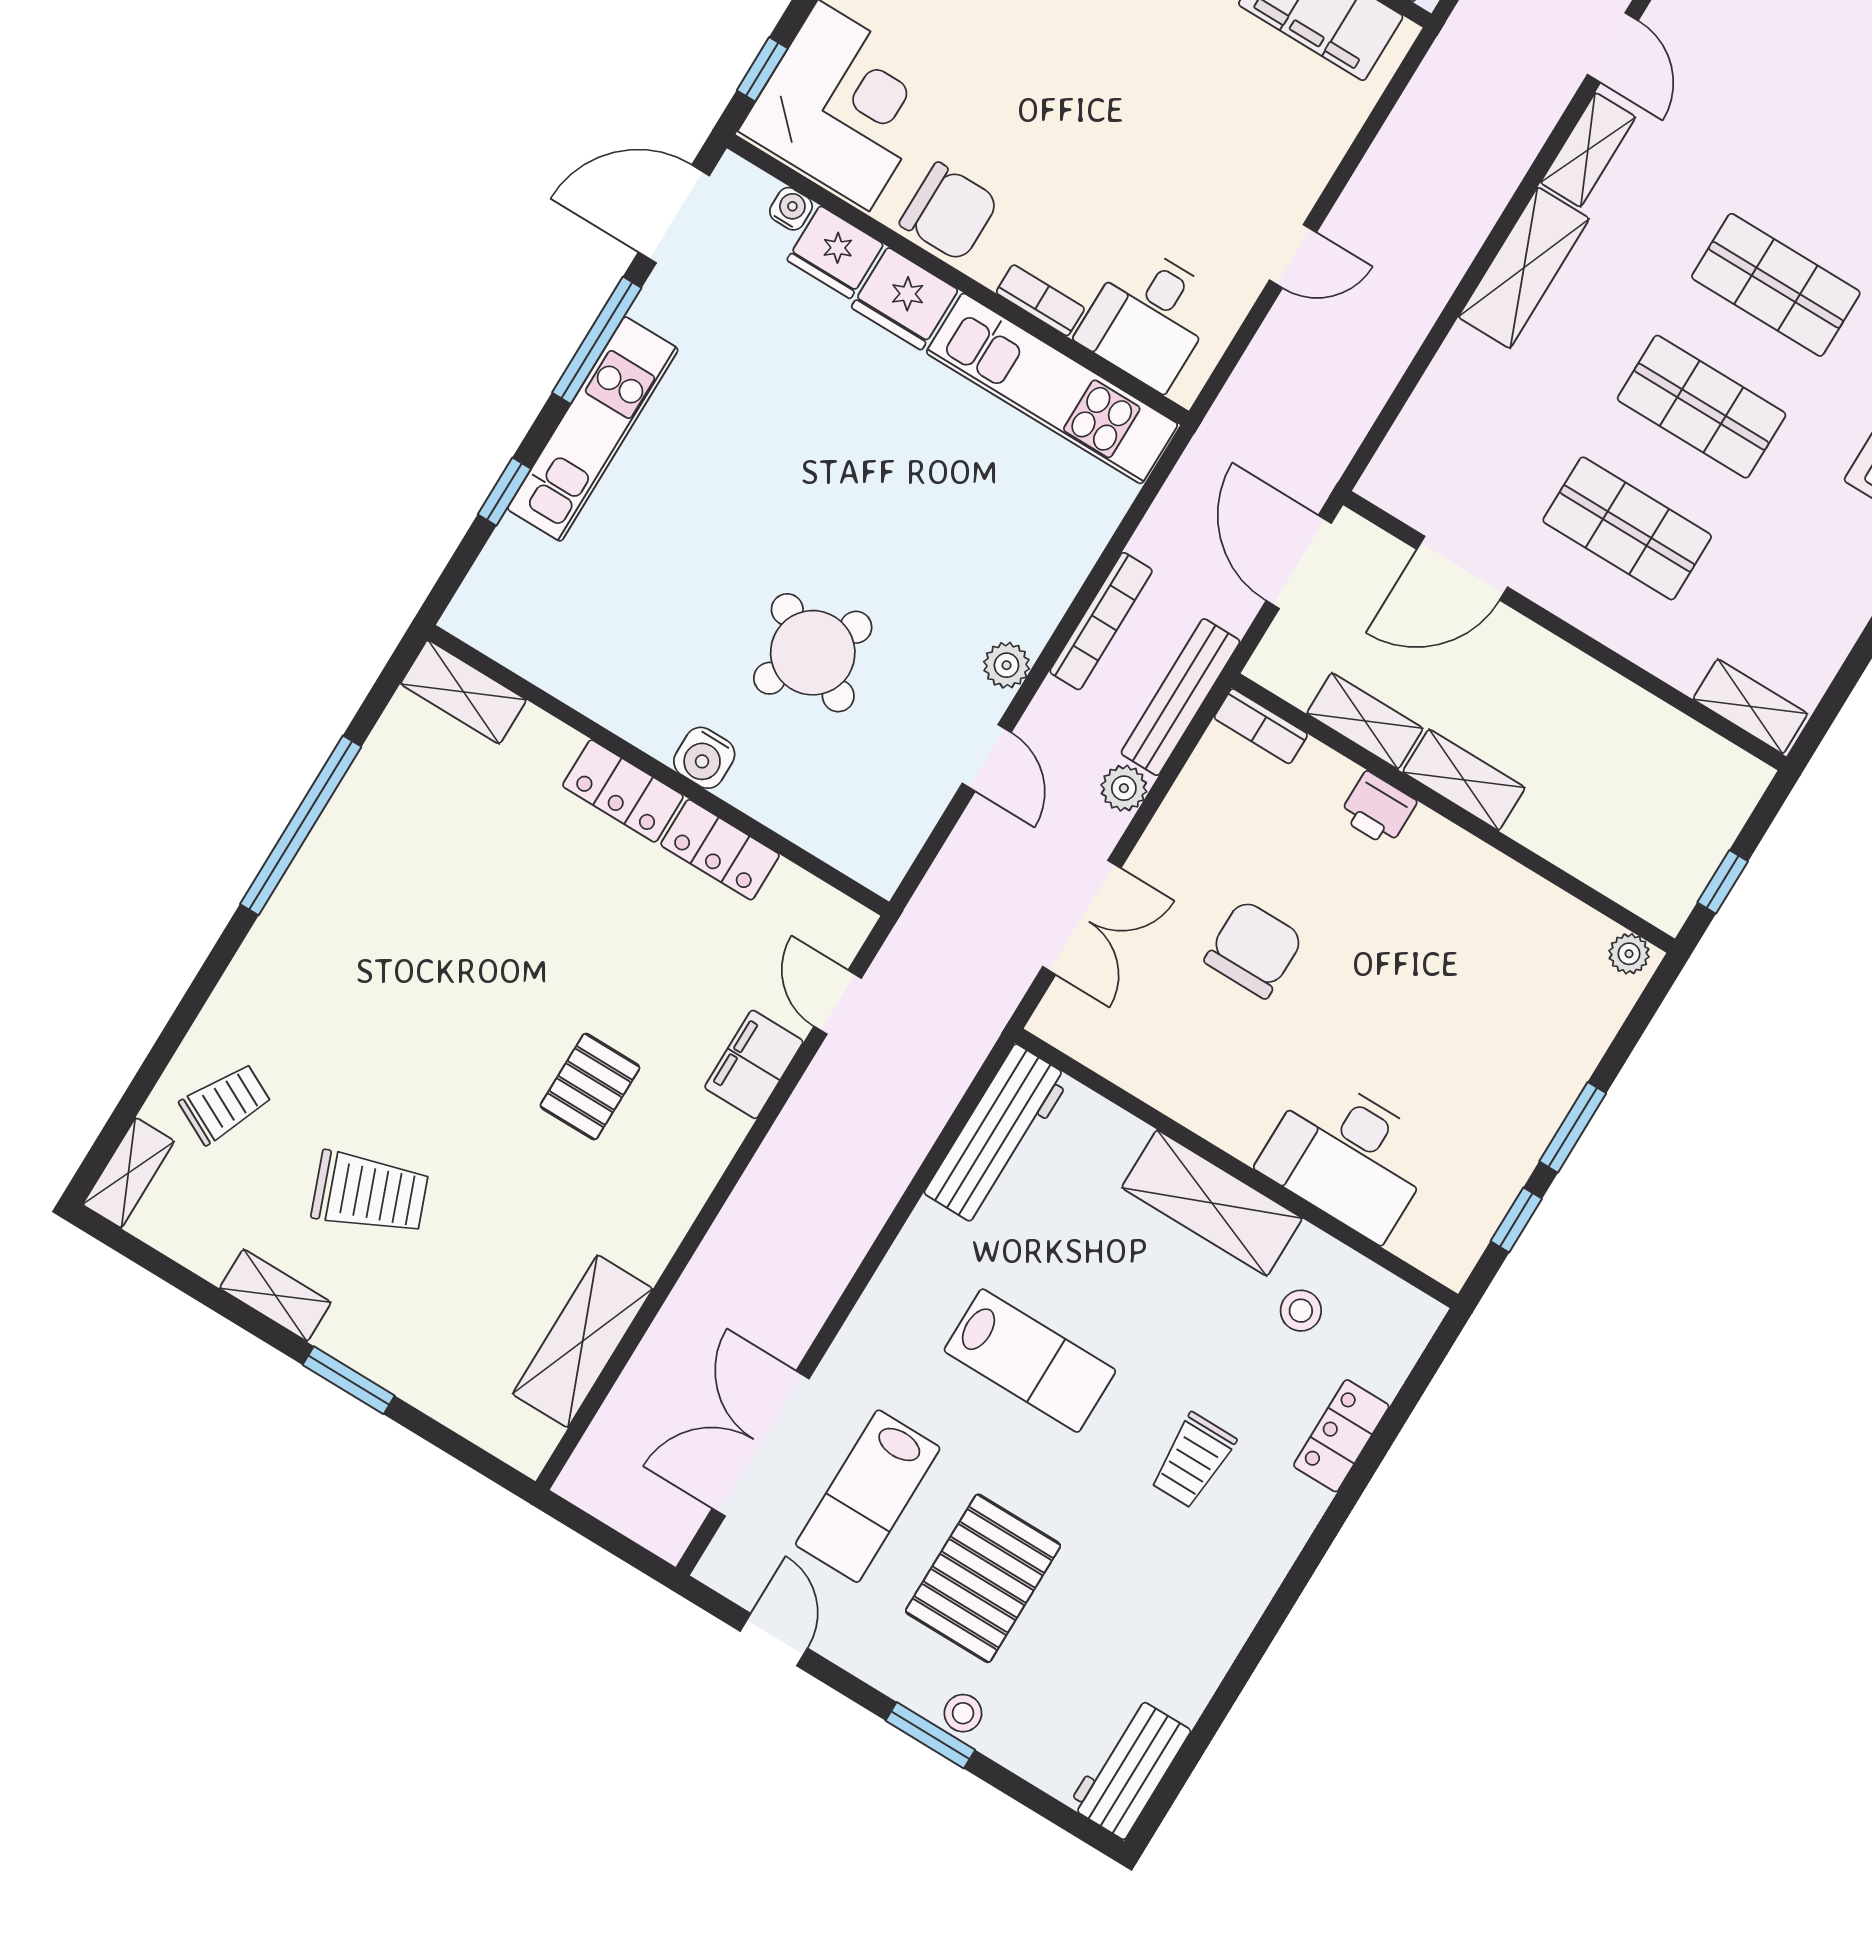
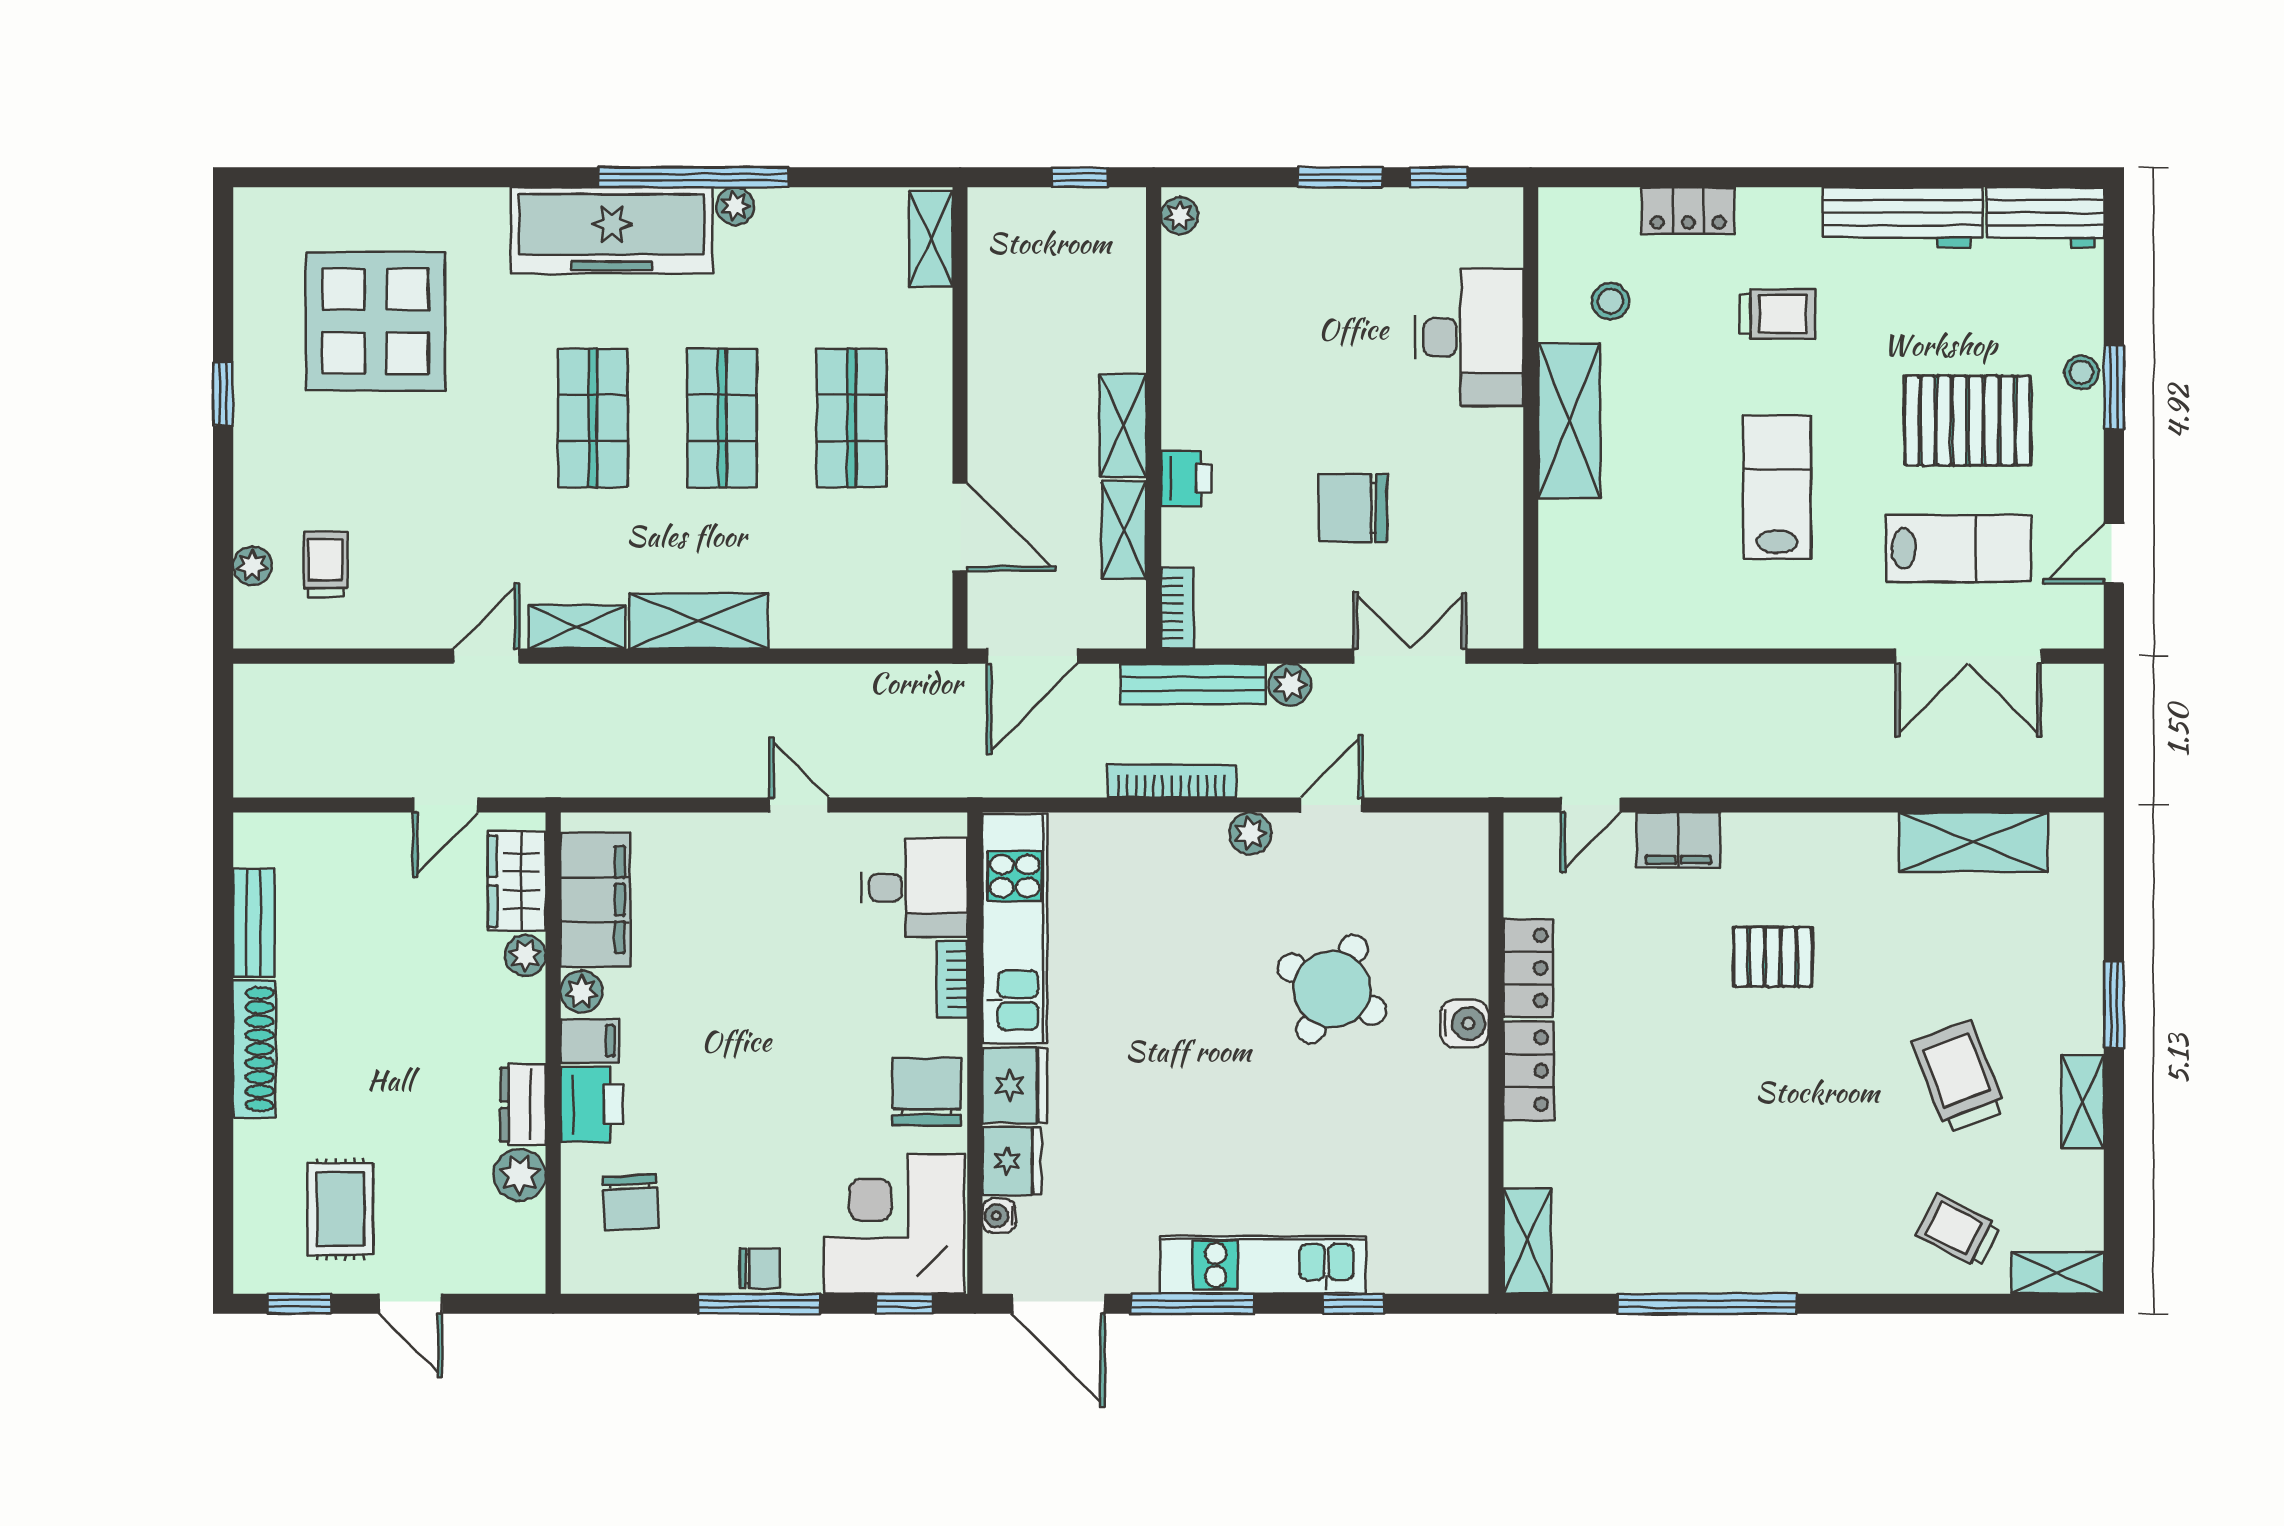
workbench: (997, 1135) -> (1903, 217), moved, turned 180

